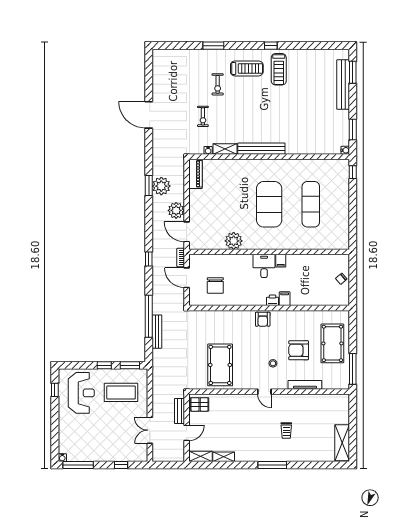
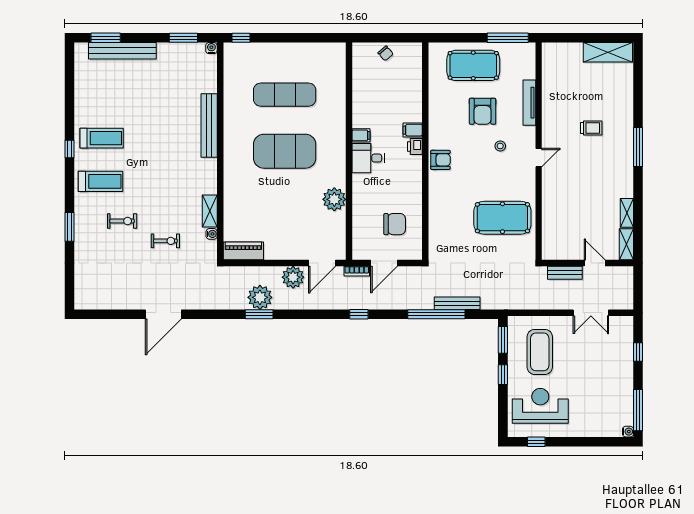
treadmill: (247, 68) -> (100, 181), turned 90
bench: (261, 149) -> (209, 126), moved
pallet: (200, 404) -> (556, 246), removed

